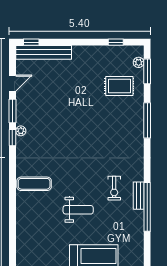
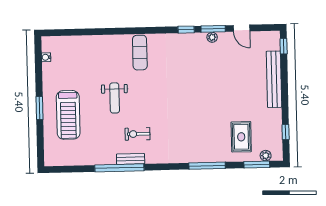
bench: (44, 52) -> (274, 79), moved
plant: (21, 131) -> (212, 37), moved

